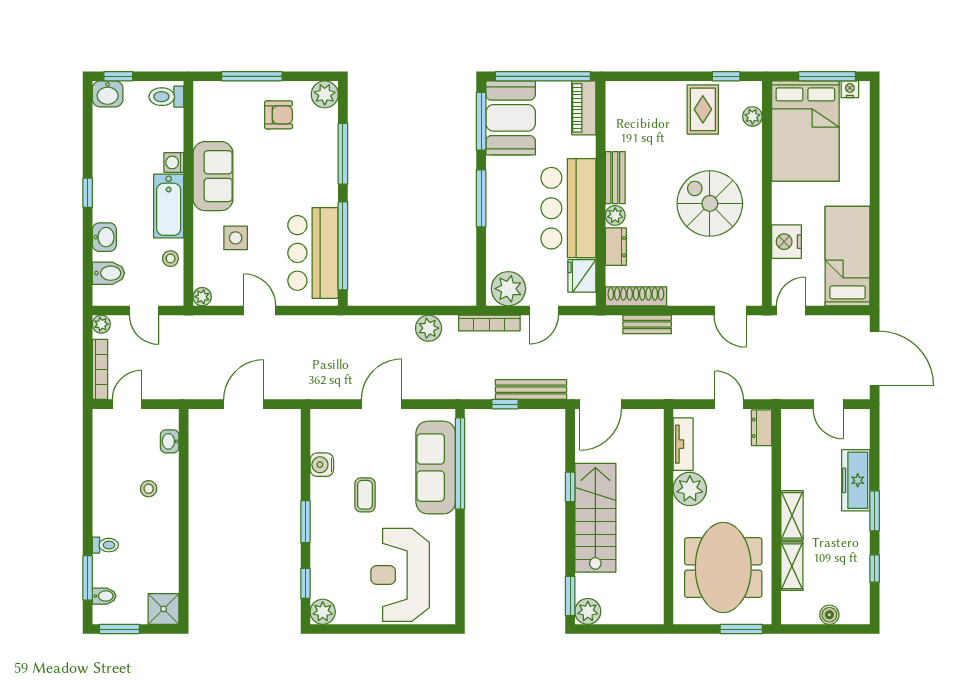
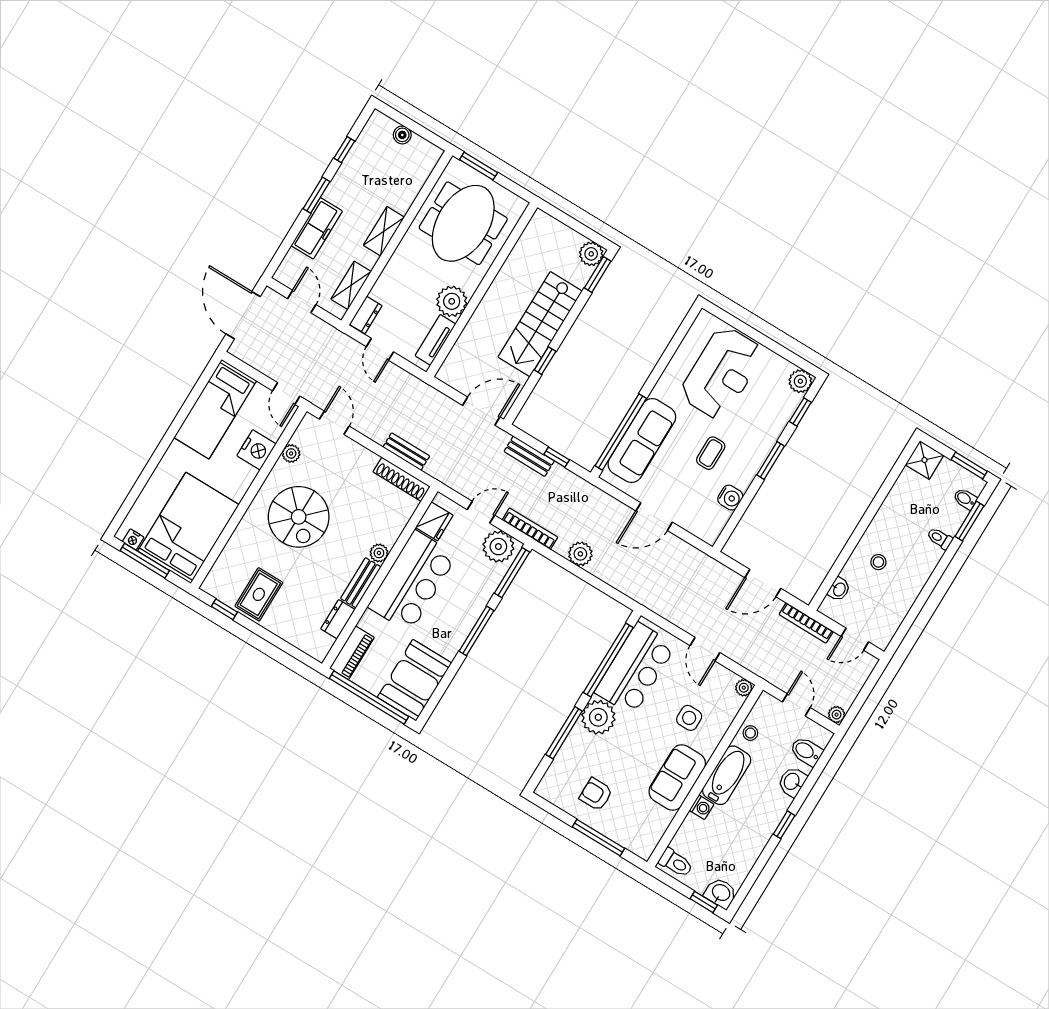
plant: (325, 94) -> (598, 717), moved, width x1.36, depth x1.36
plant: (752, 116) -> (291, 453), moved
window: (481, 121) -> (512, 573), moved
dresser: (616, 247) -> (338, 619), moved
door: (791, 310) -> (286, 393), hinge flipped
bookcase: (100, 369) -> (806, 623), moved, turned -90
bench: (531, 390) -> (529, 456), width x0.73
shelving: (792, 566) -> (351, 285), moved

